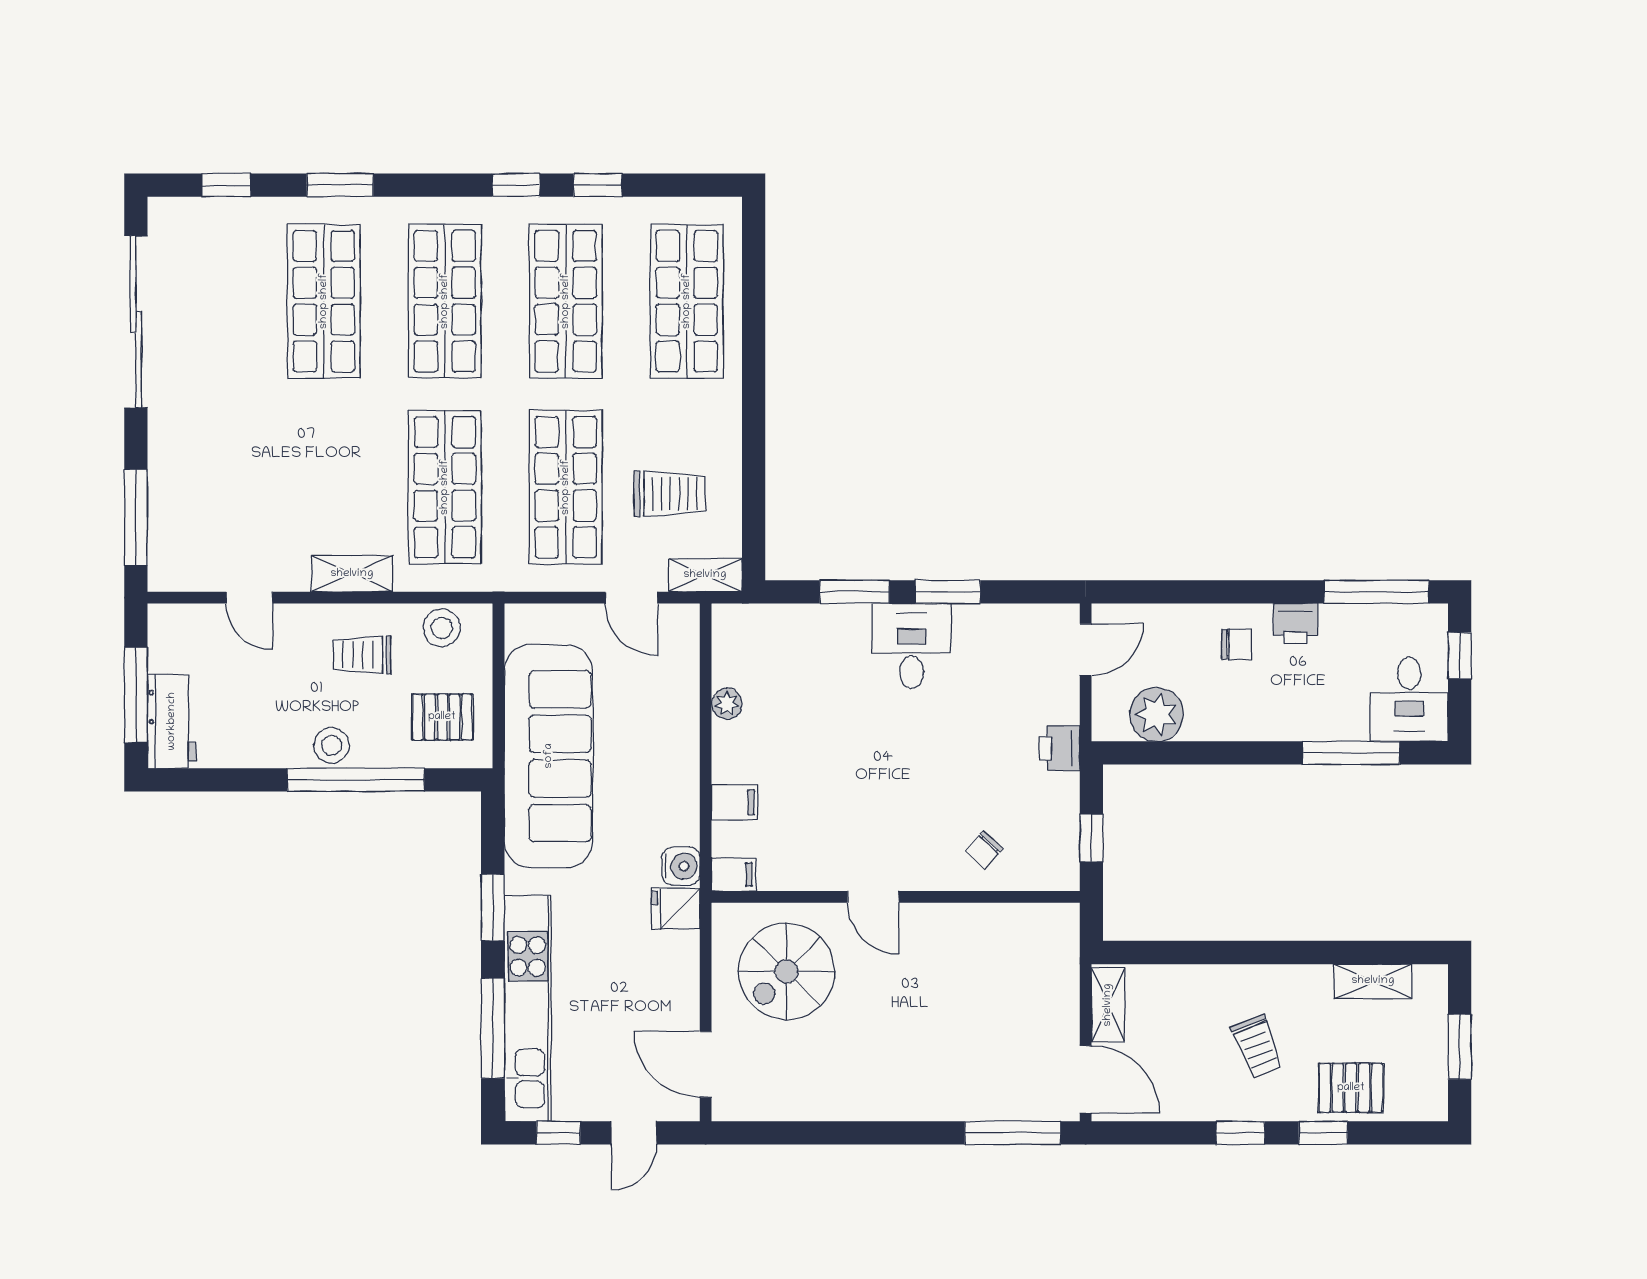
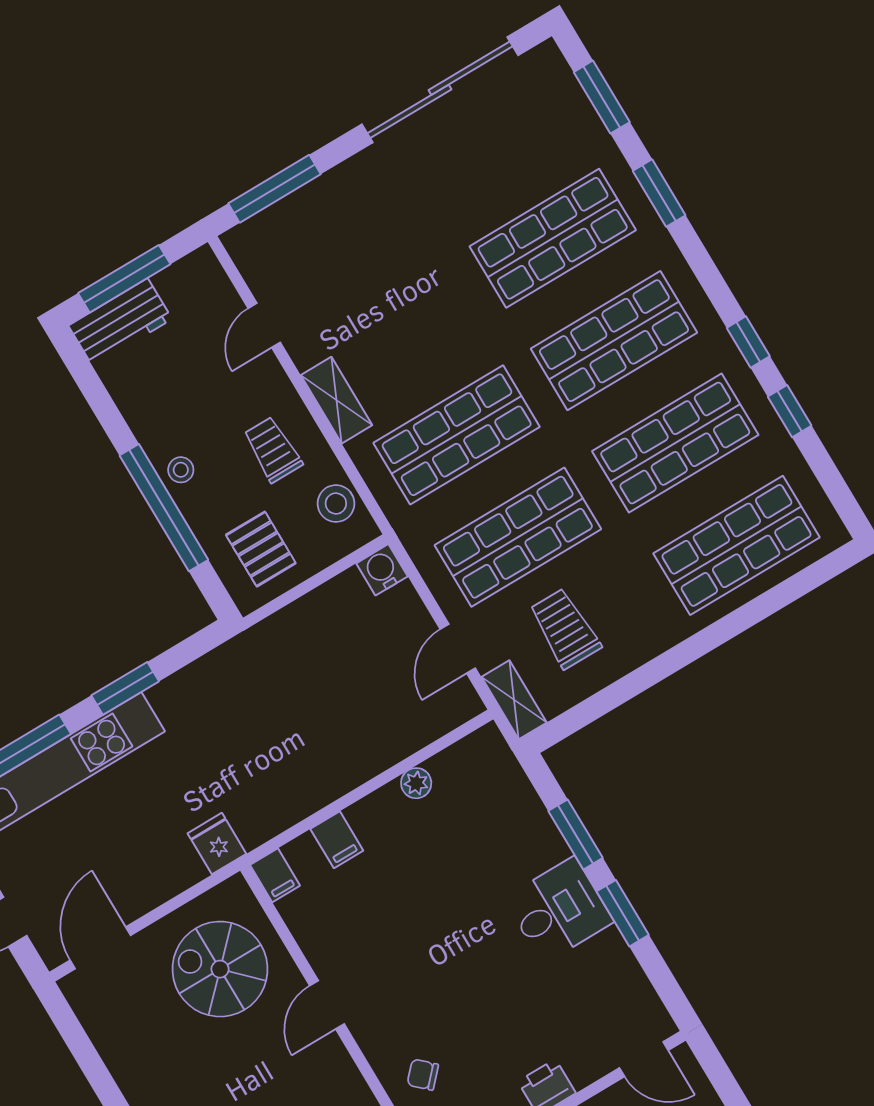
window: (226, 185) -> (602, 97), width x1.50
trolley: (670, 494) -> (565, 628), turned 180
stool: (332, 745) -> (181, 470), width x0.73, depth x0.73
sofa: (549, 756) -> (282, 659), removed
water cooler: (681, 866) -> (382, 570), moved, turned 180

